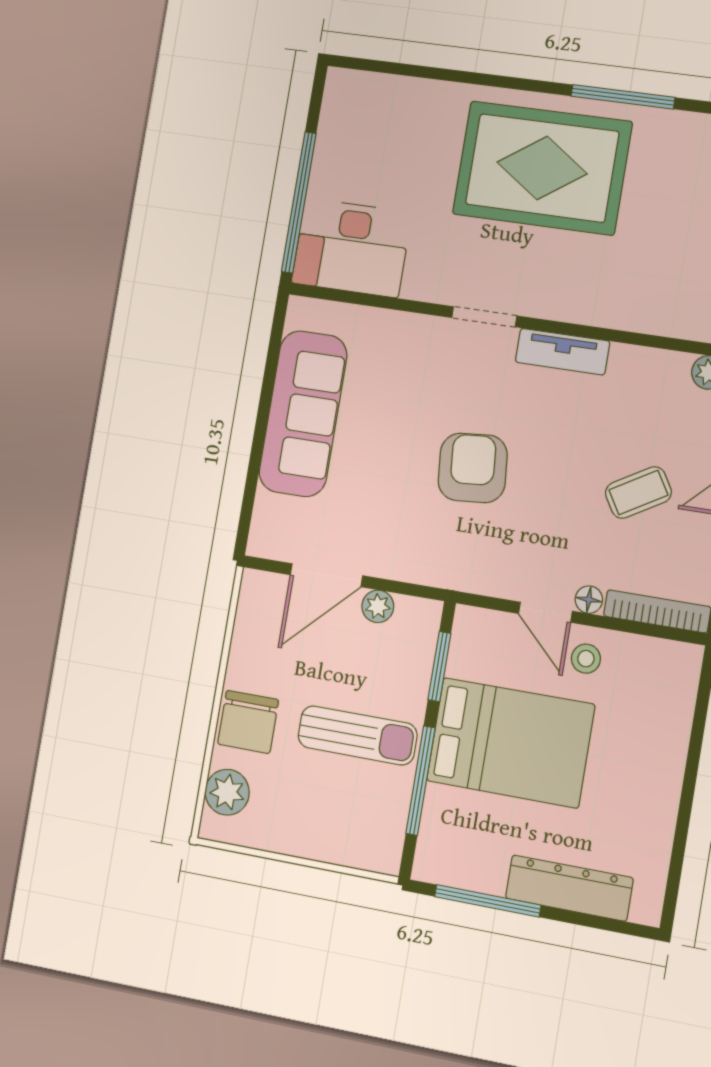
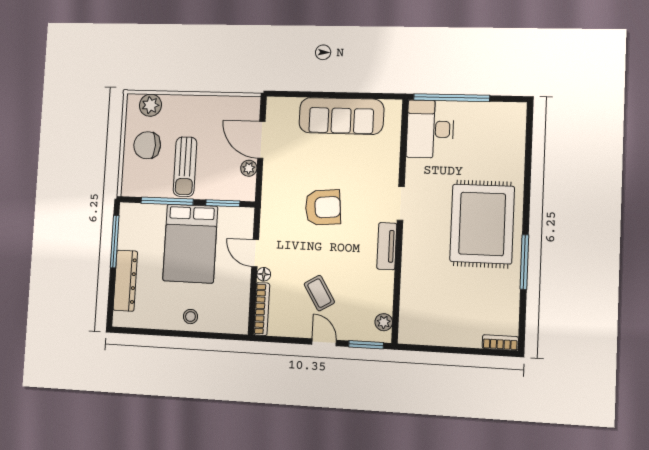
door: (545, 612) -> (255, 253), hinge flipped
stool: (586, 659) -> (190, 317), moved
chair: (248, 722) -> (147, 145), moved

